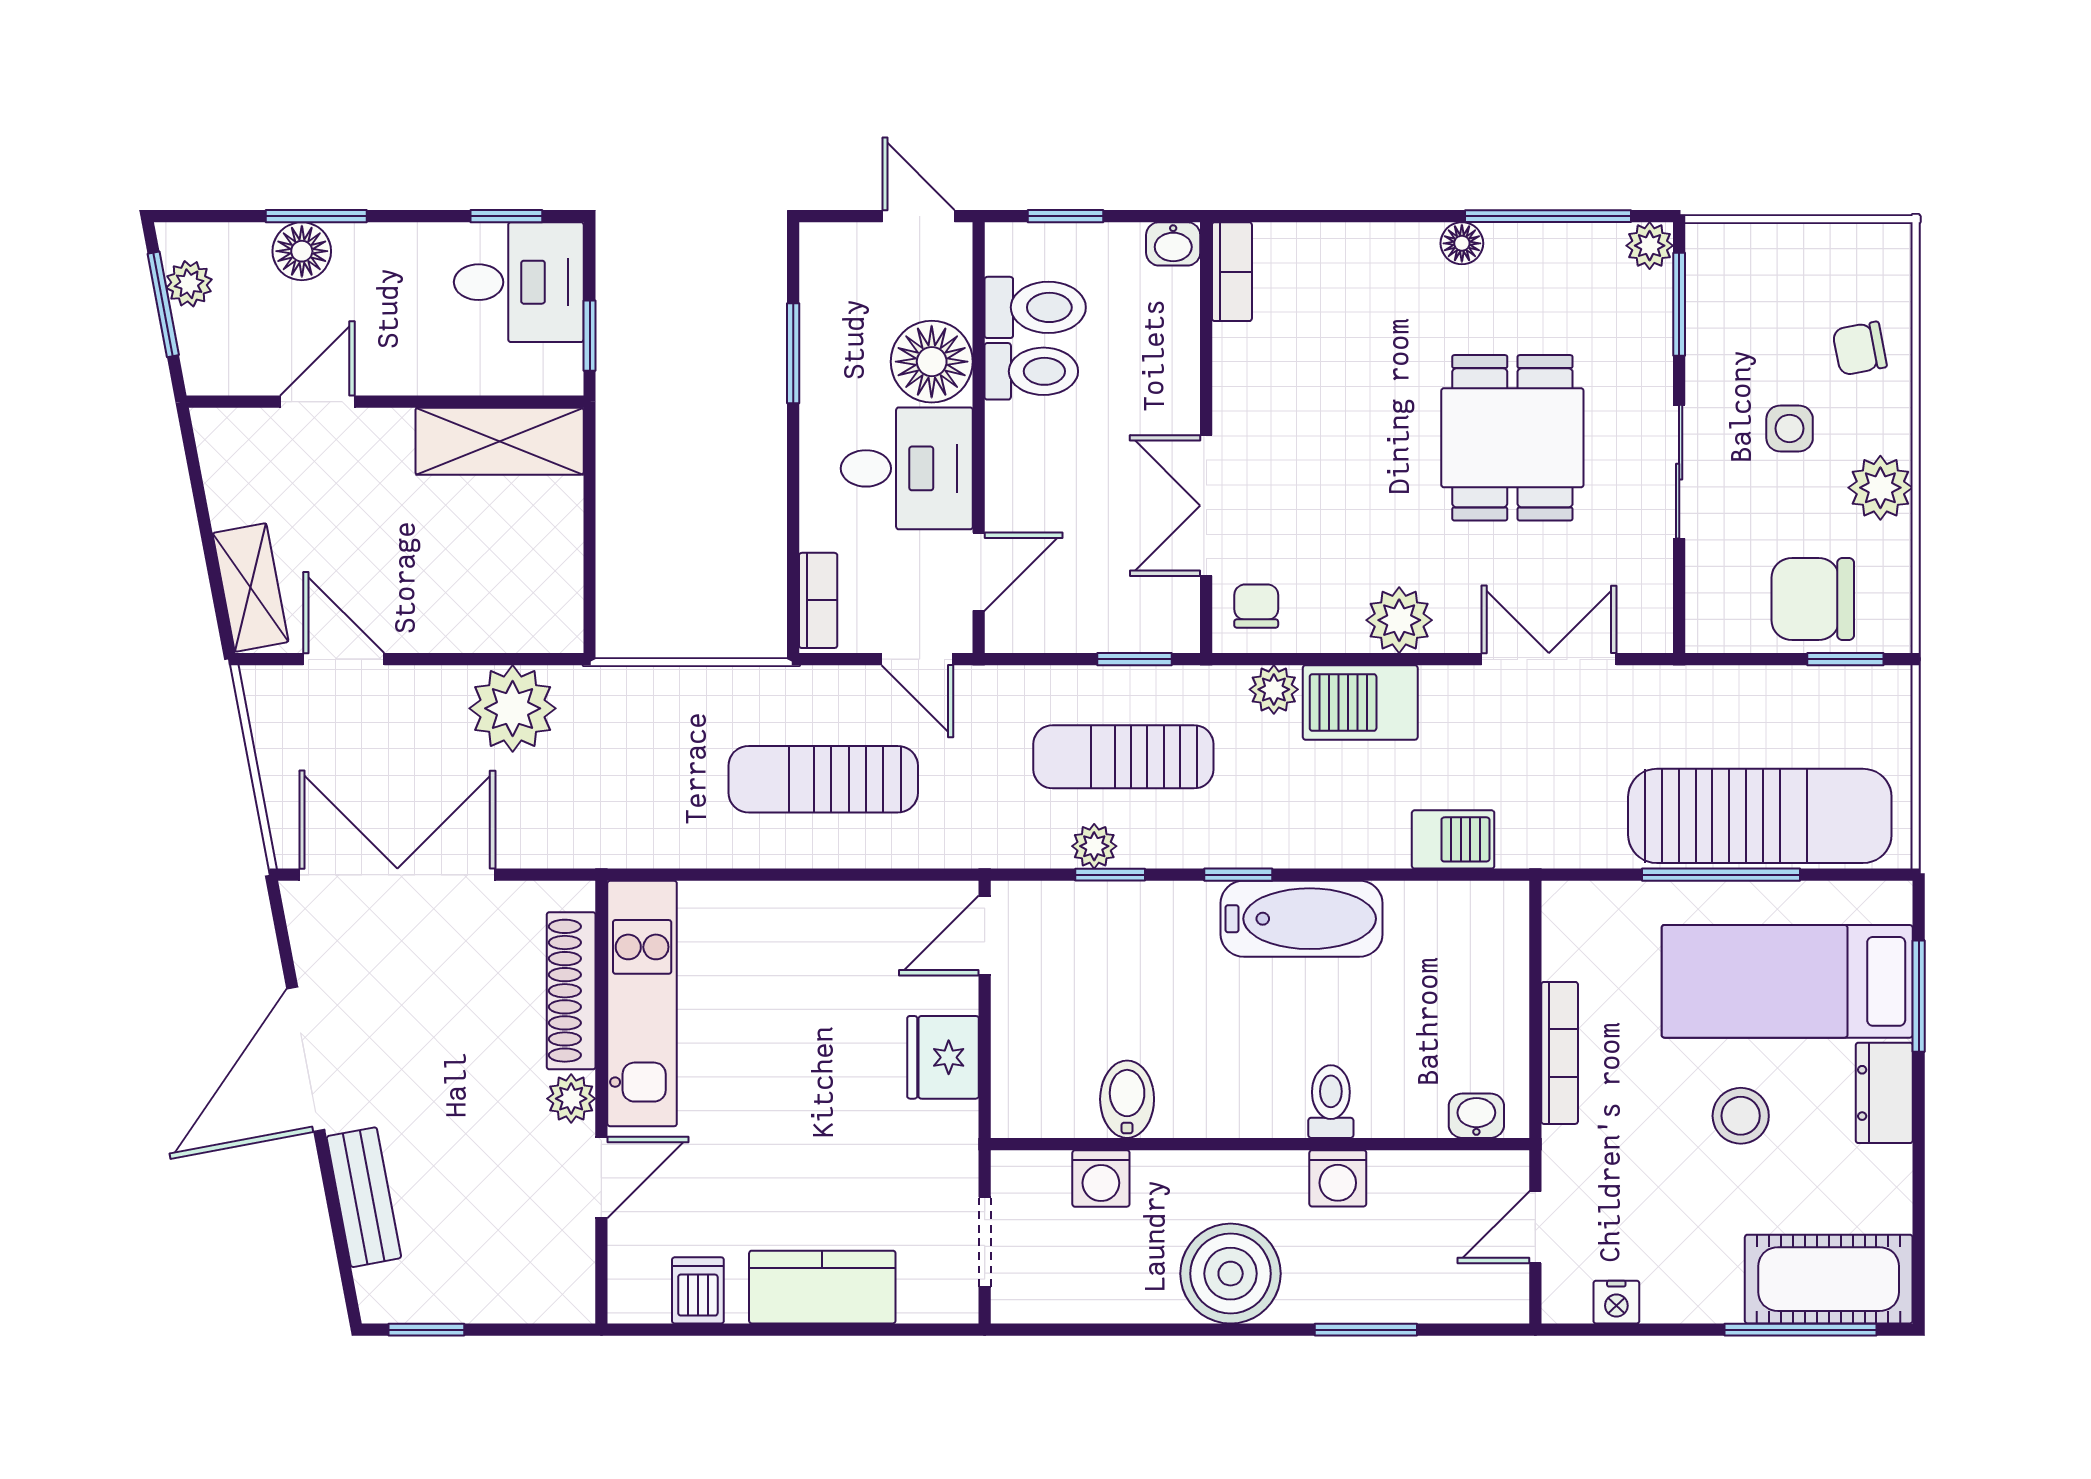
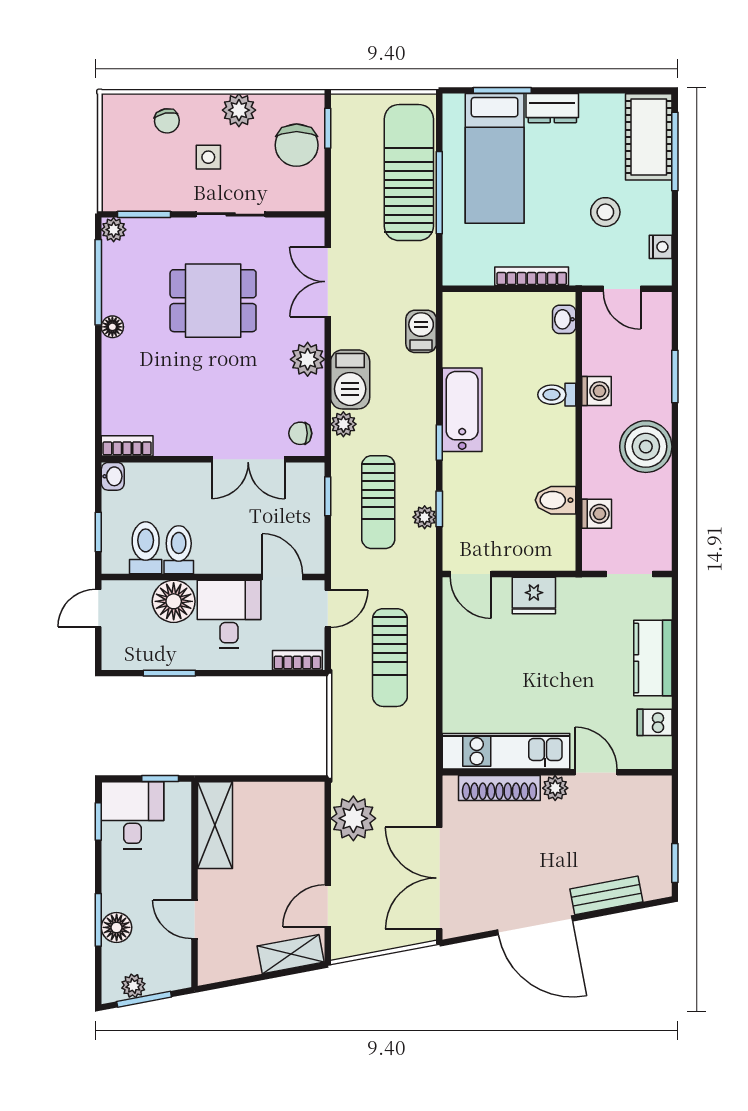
stool: (1741, 1116) -> (605, 212), moved

